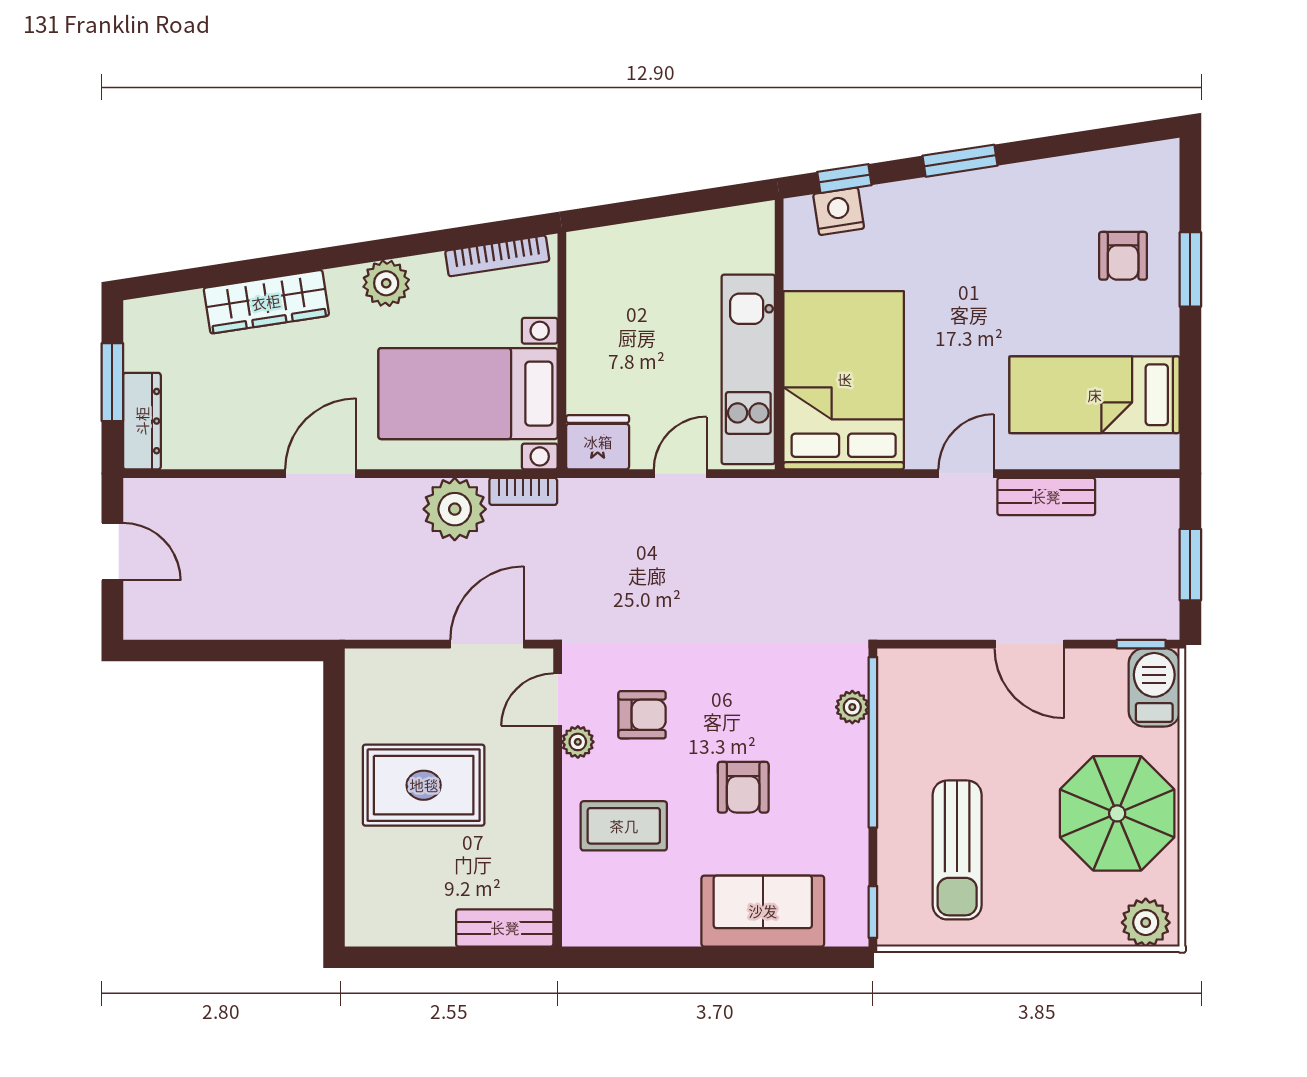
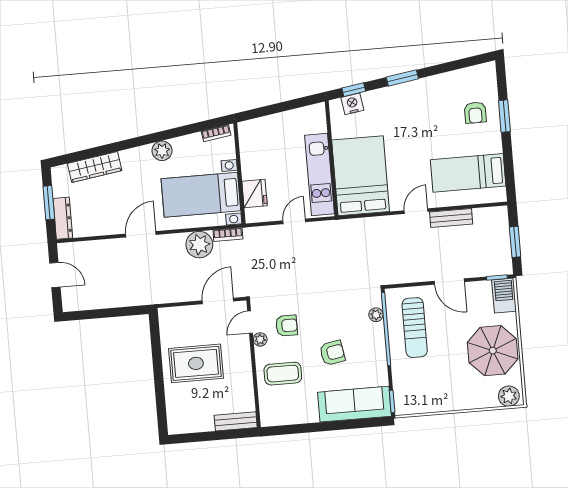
bookcase: (497, 256) -> (216, 133), width x0.64
wardrobe: (266, 302) -> (95, 167), moved
fridge: (598, 442) -> (255, 193), moved, turned 90
armchair: (743, 787) -> (332, 353), turned -100
sun lounger: (957, 850) -> (415, 328), moved
sofa: (763, 911) -> (355, 404), width x1.36

